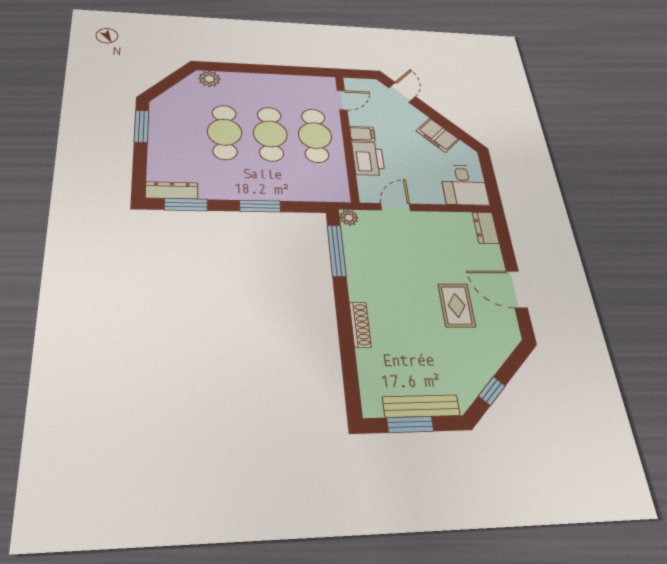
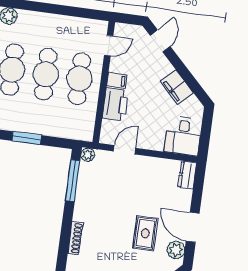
plant: (505, 321) -> (176, 250), added

